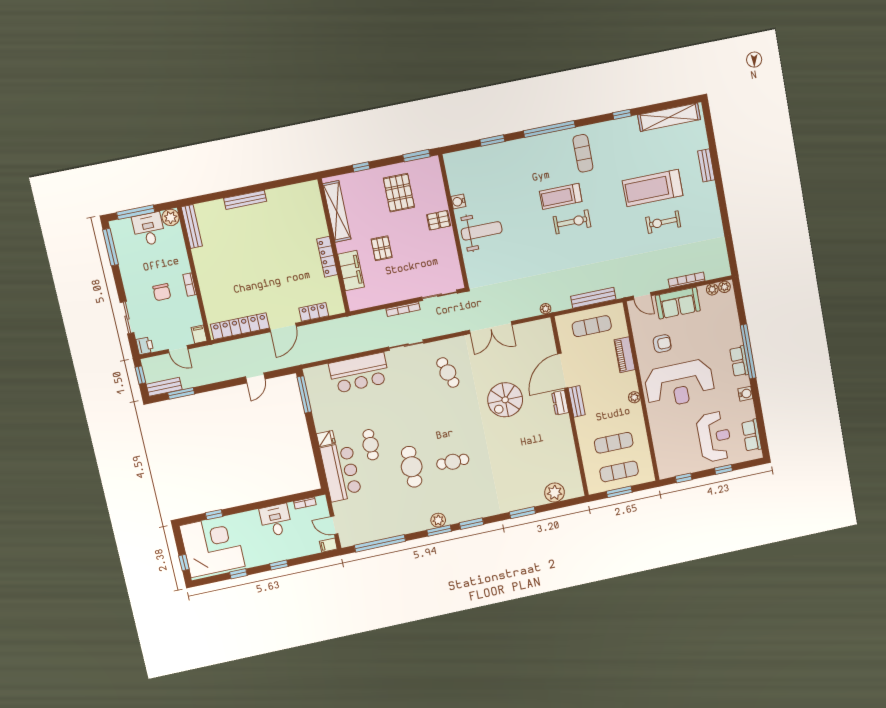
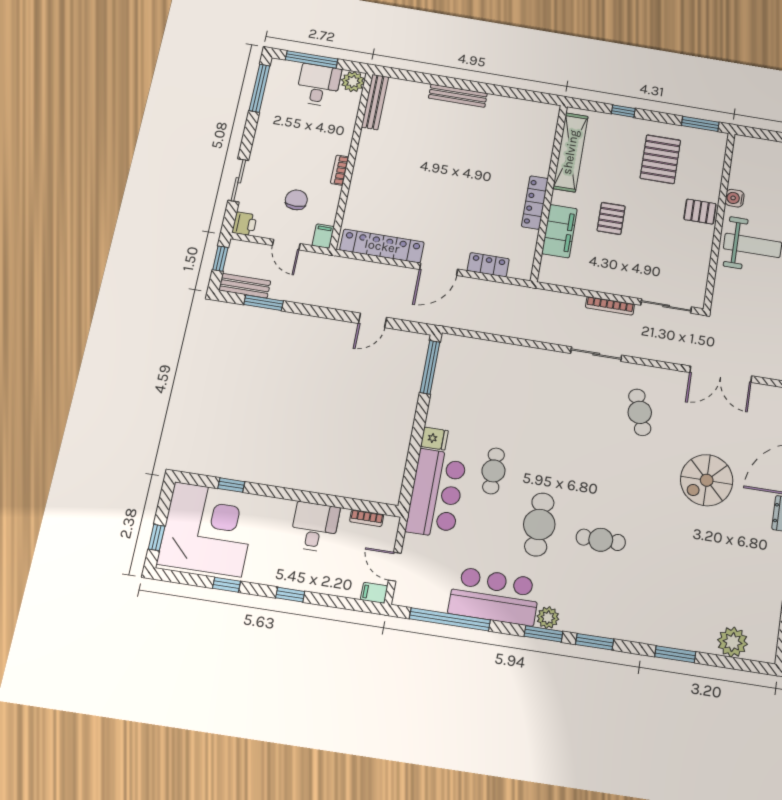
chair: (162, 292) -> (296, 200), moved, turned 180
bar counter: (359, 373) -> (494, 596), moved, turned 180

